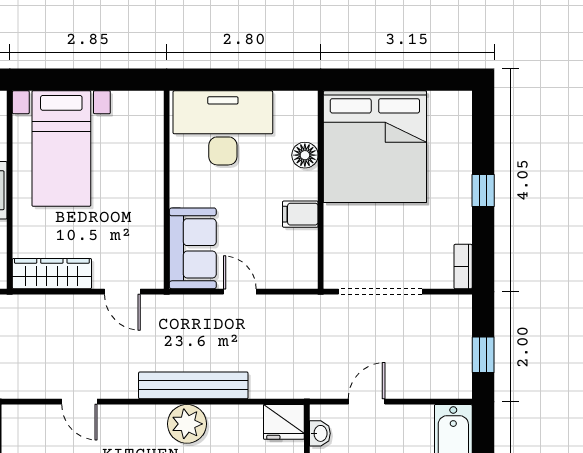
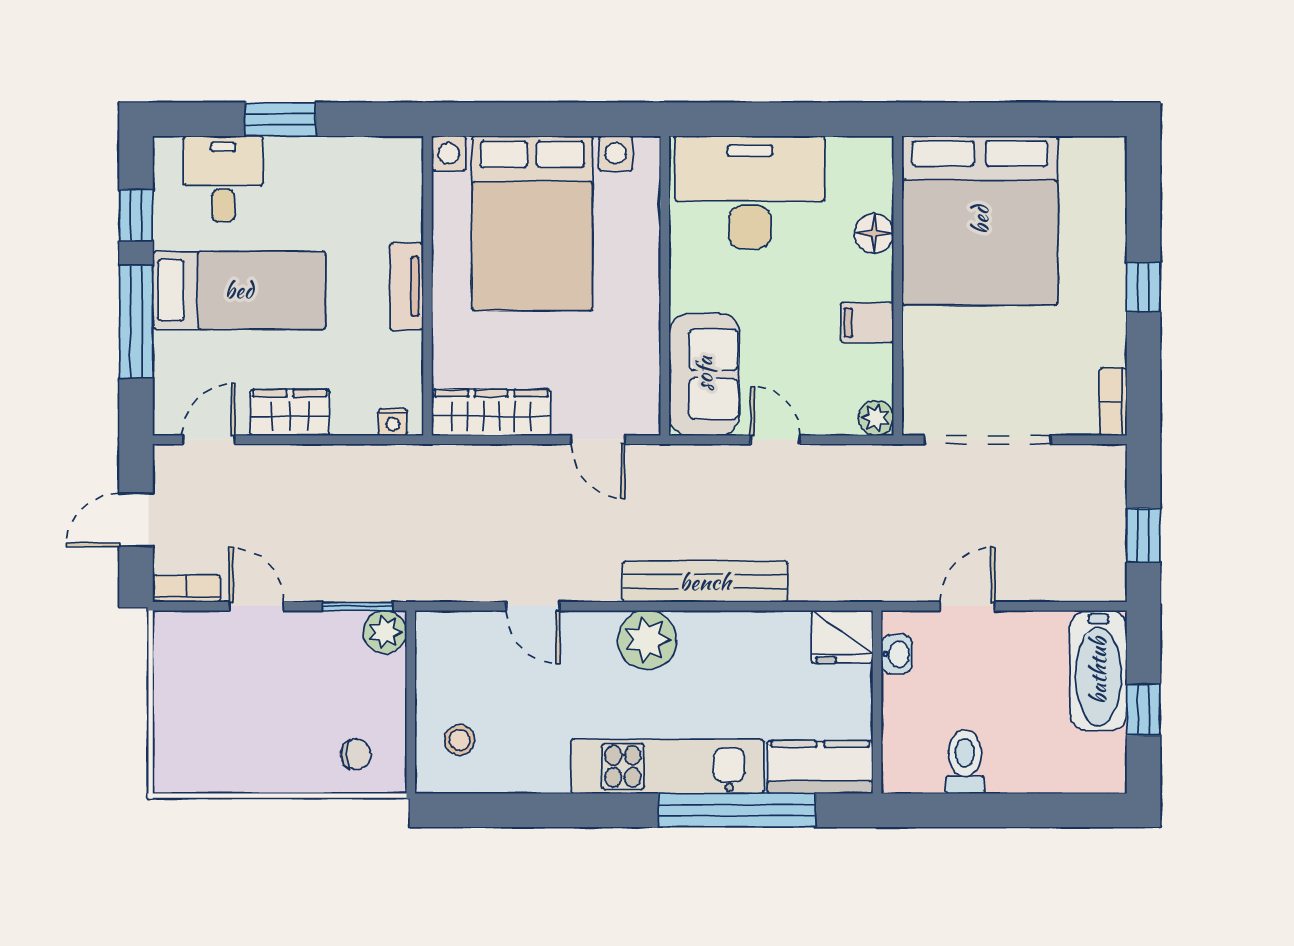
bed with nightstands: (61, 149) -> (532, 223), width x1.36
plant: (306, 277) -> (876, 418), added
plant: (187, 424) -> (647, 640), moved

